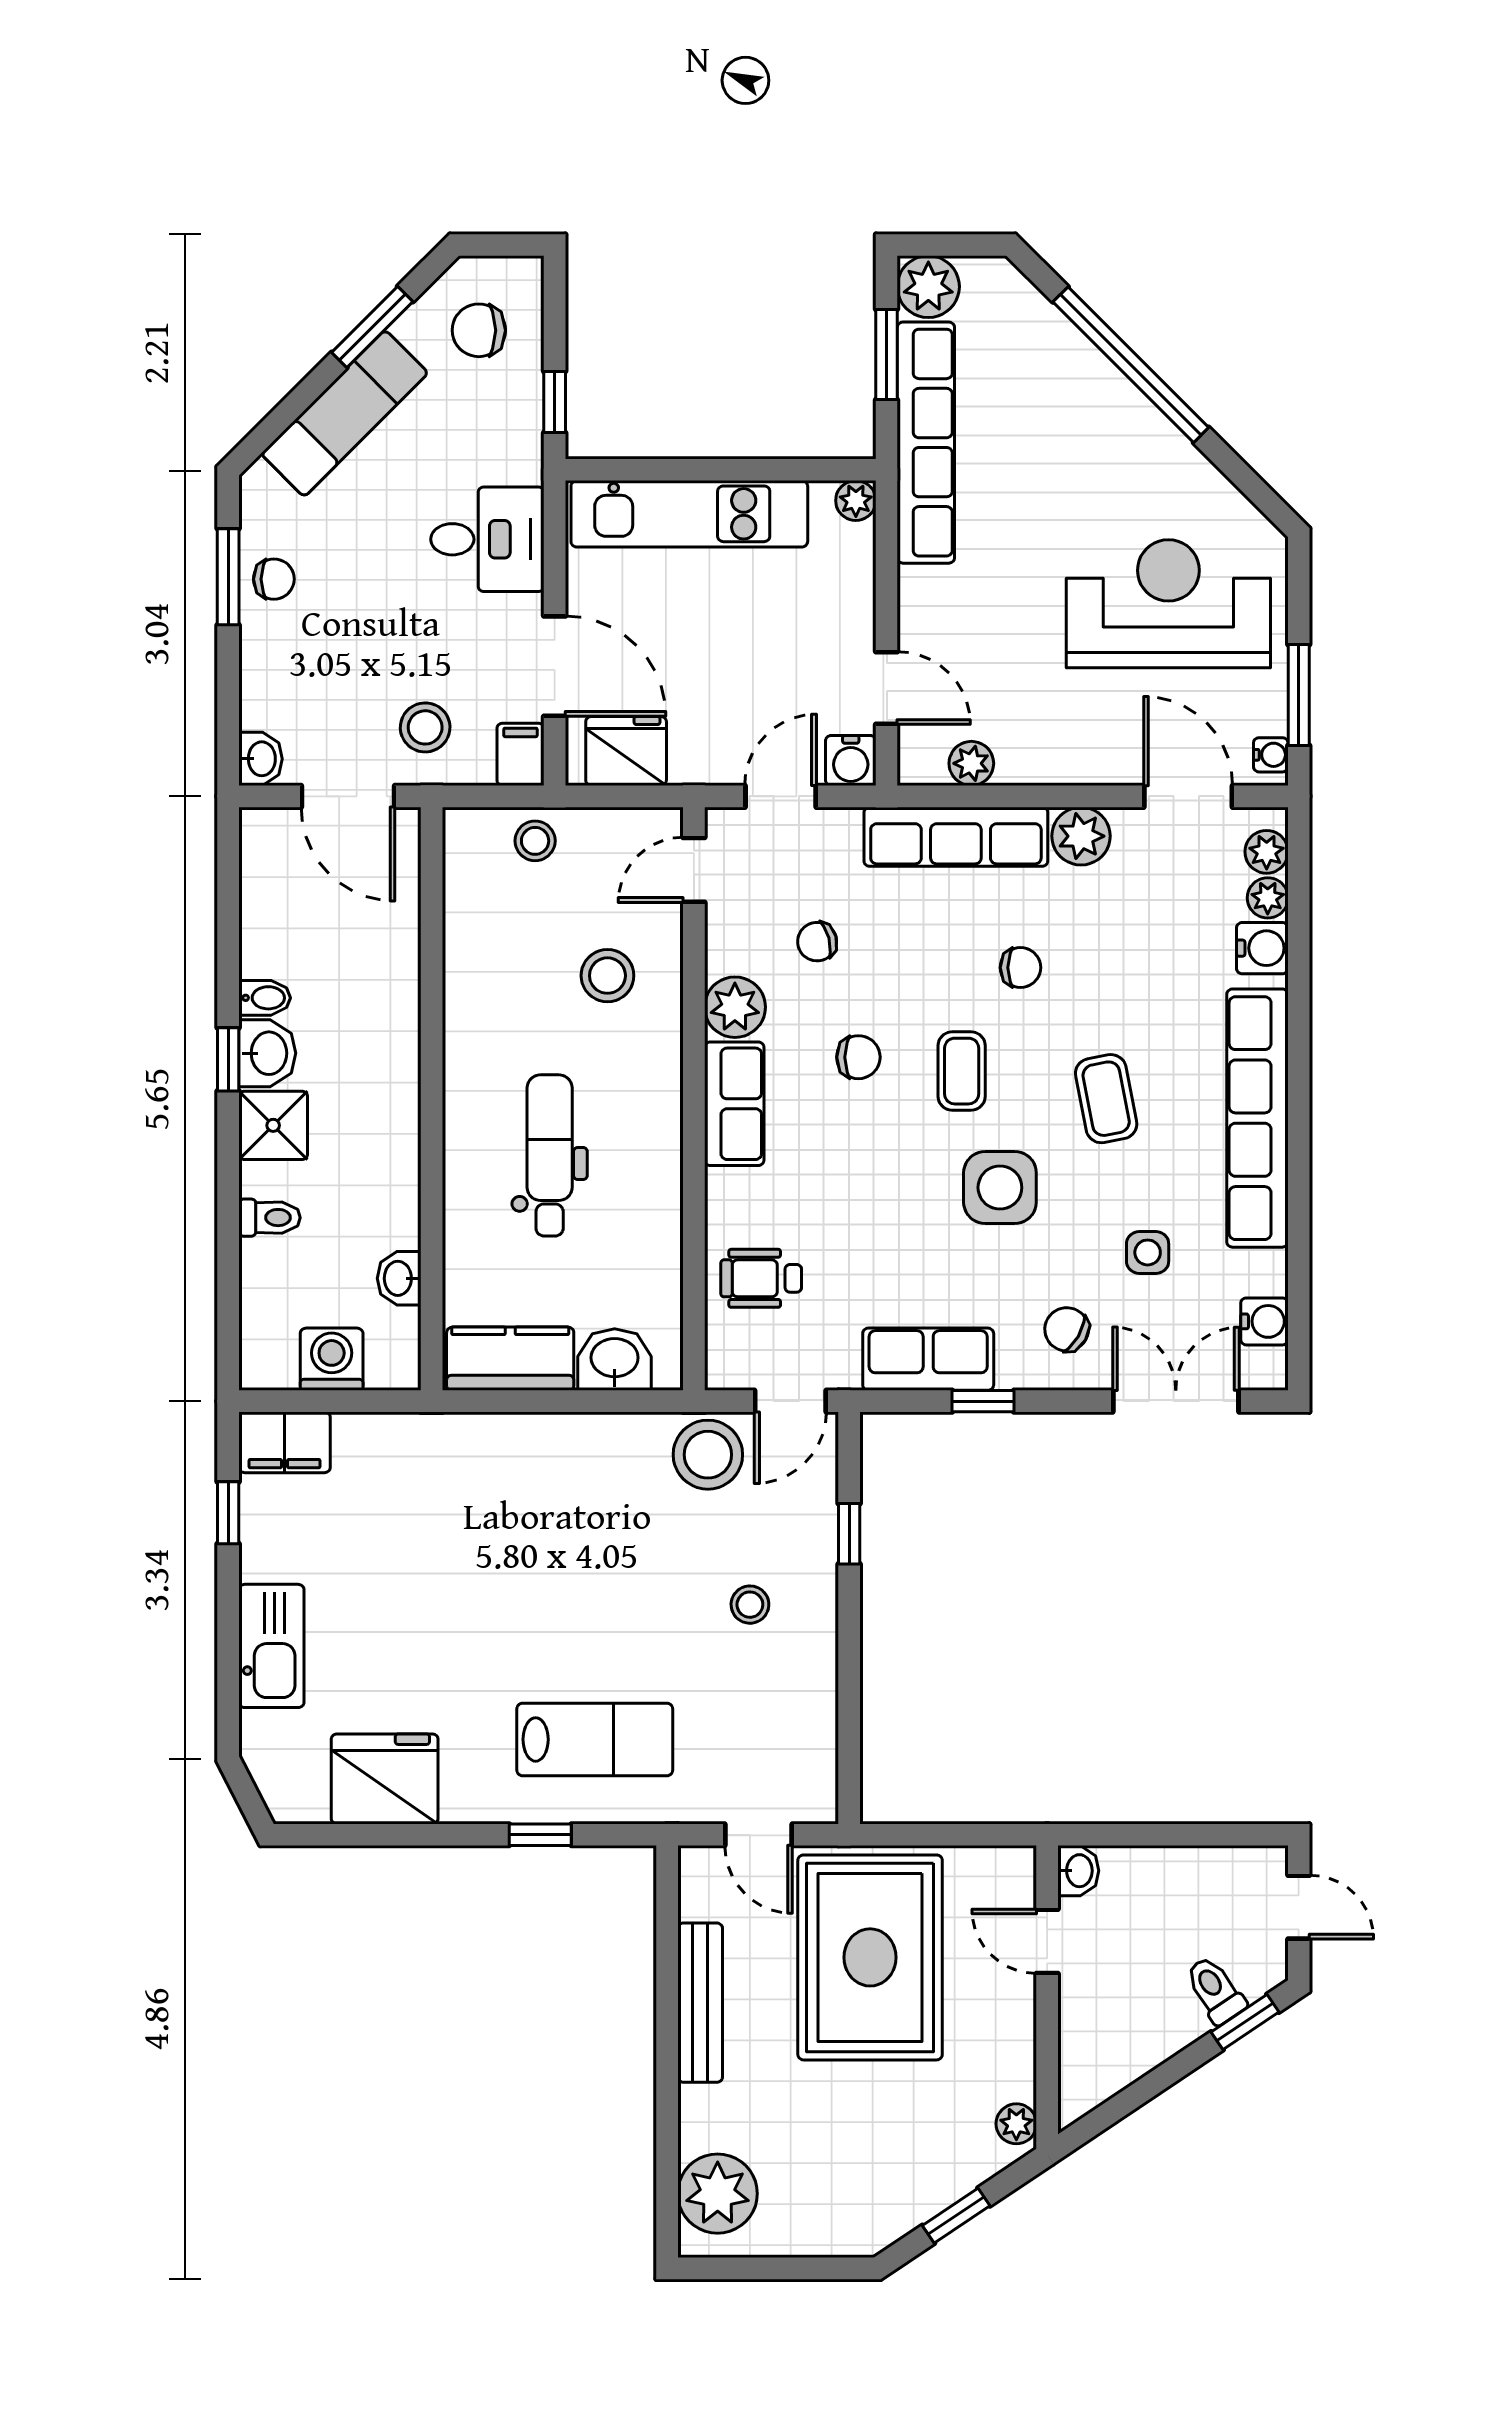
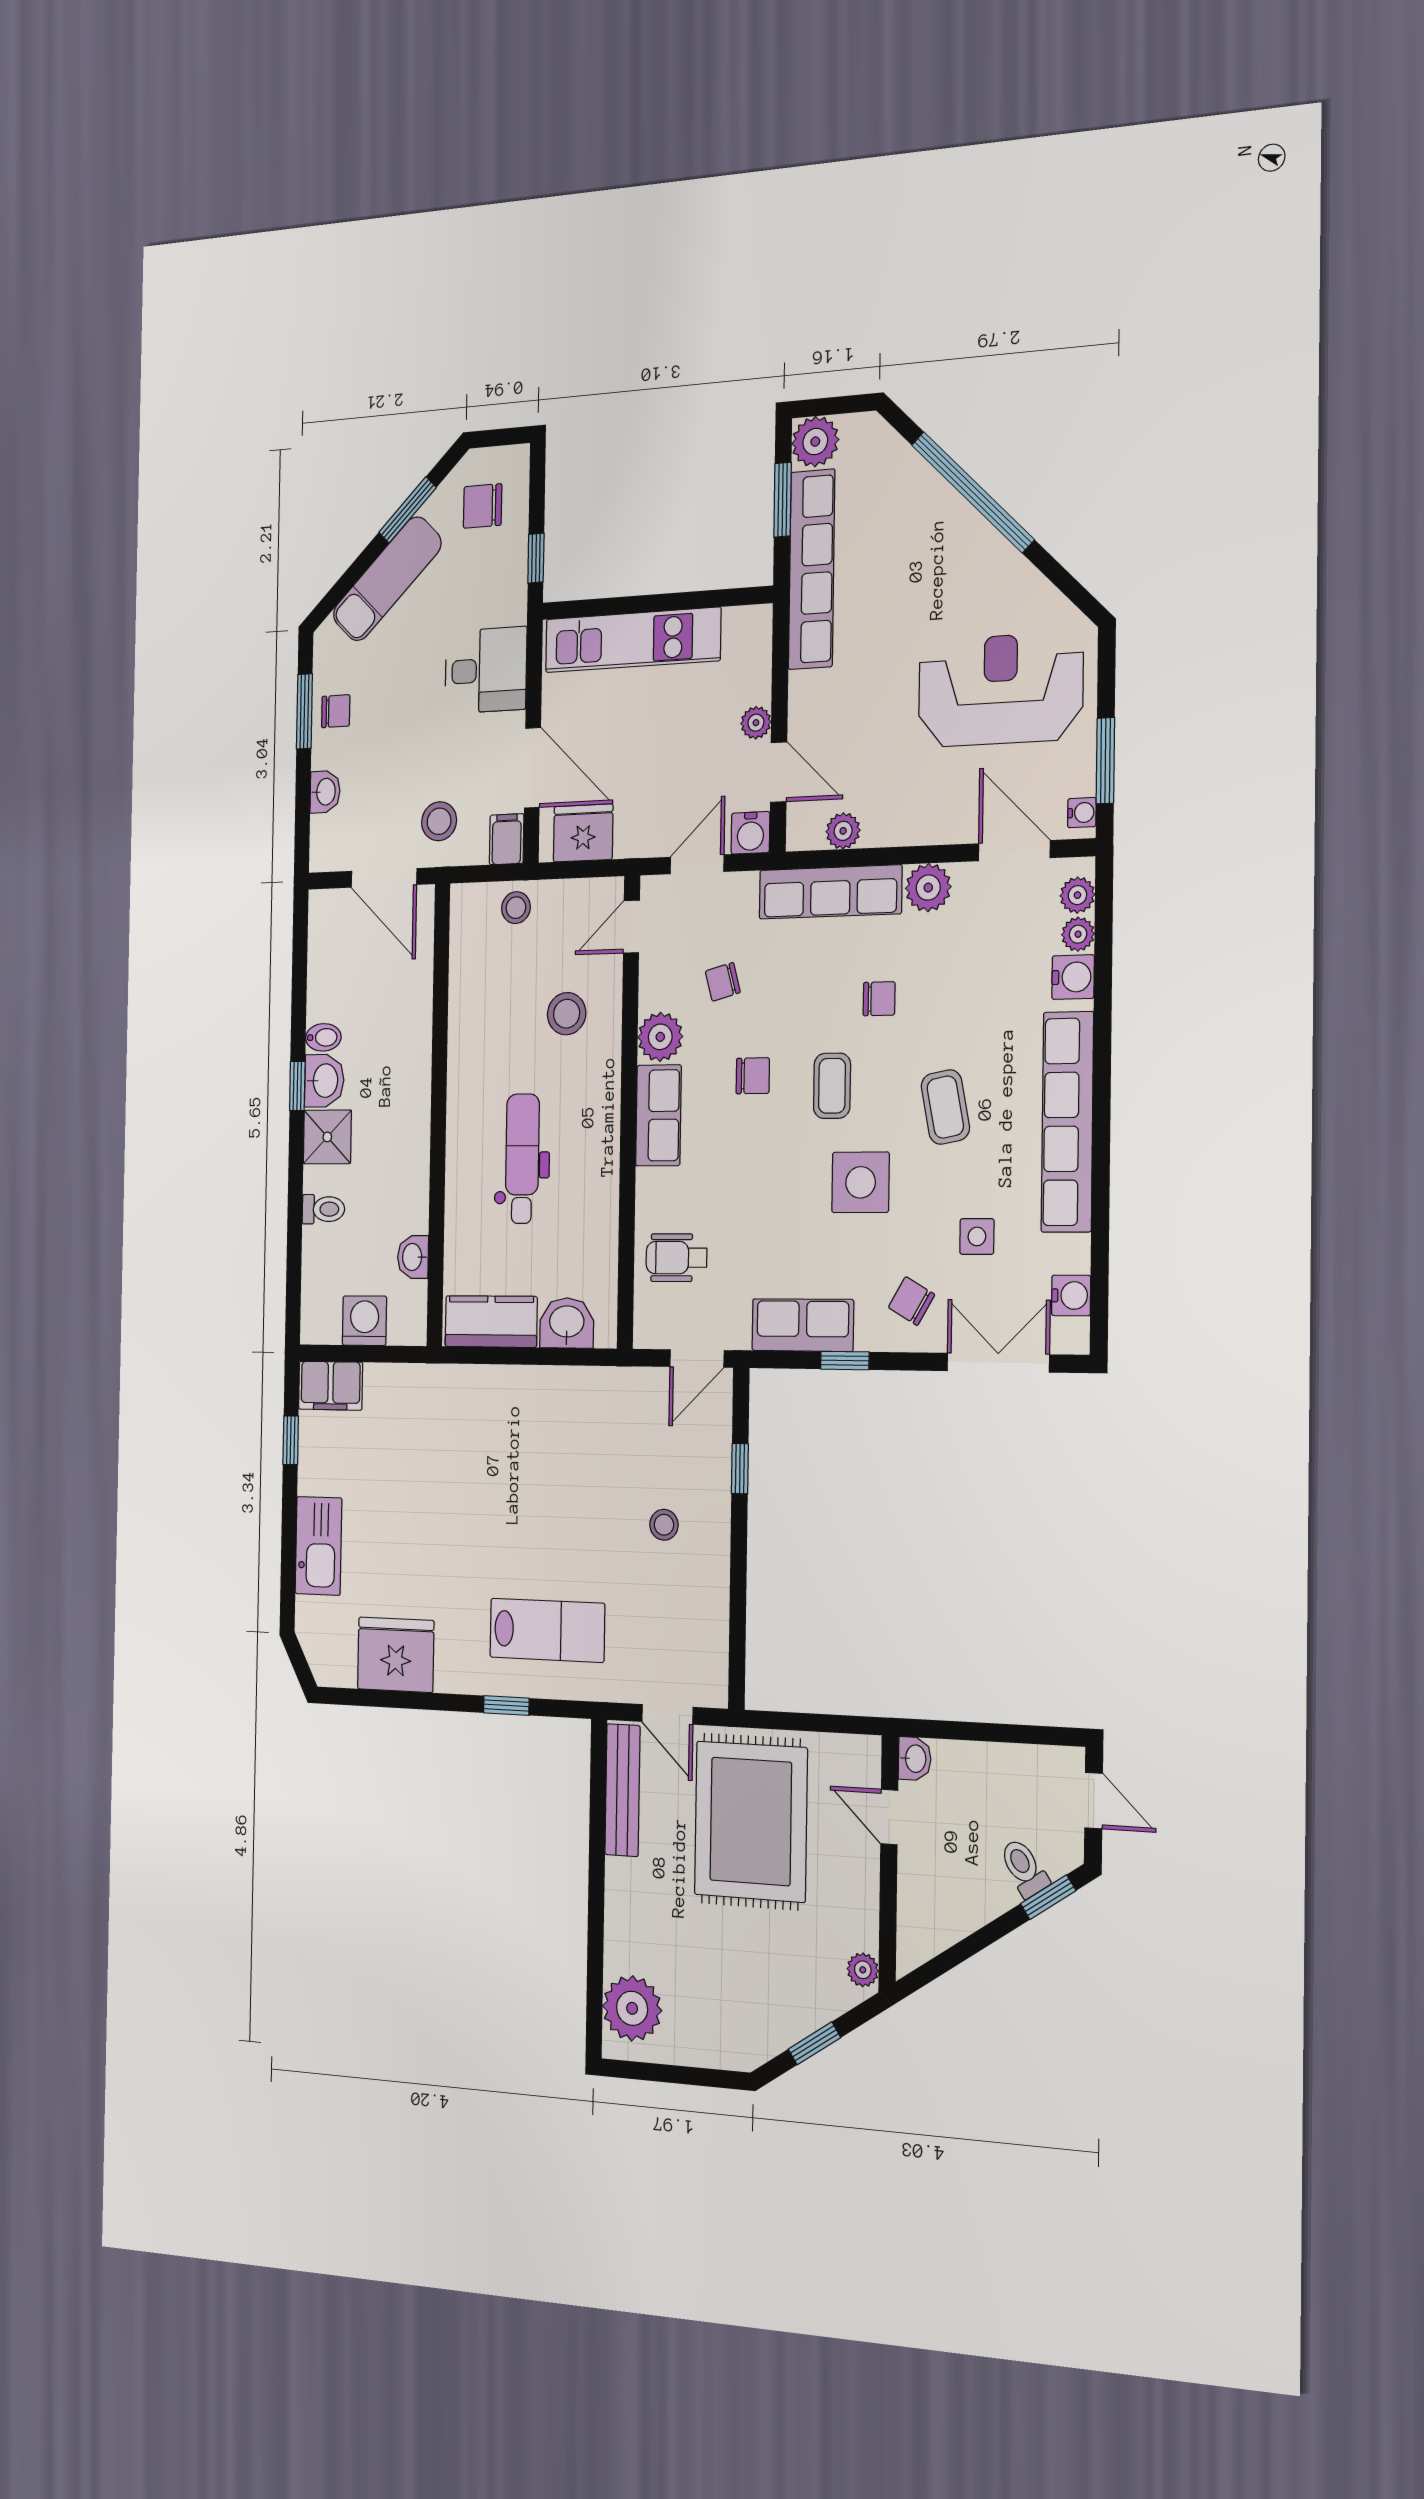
plant: (856, 501) -> (756, 723), moved
washbasin: (261, 759) -> (325, 792), moved
stool: (708, 1455) -> (634, 1401), removed
bench: (700, 2003) -> (623, 1790), moved

